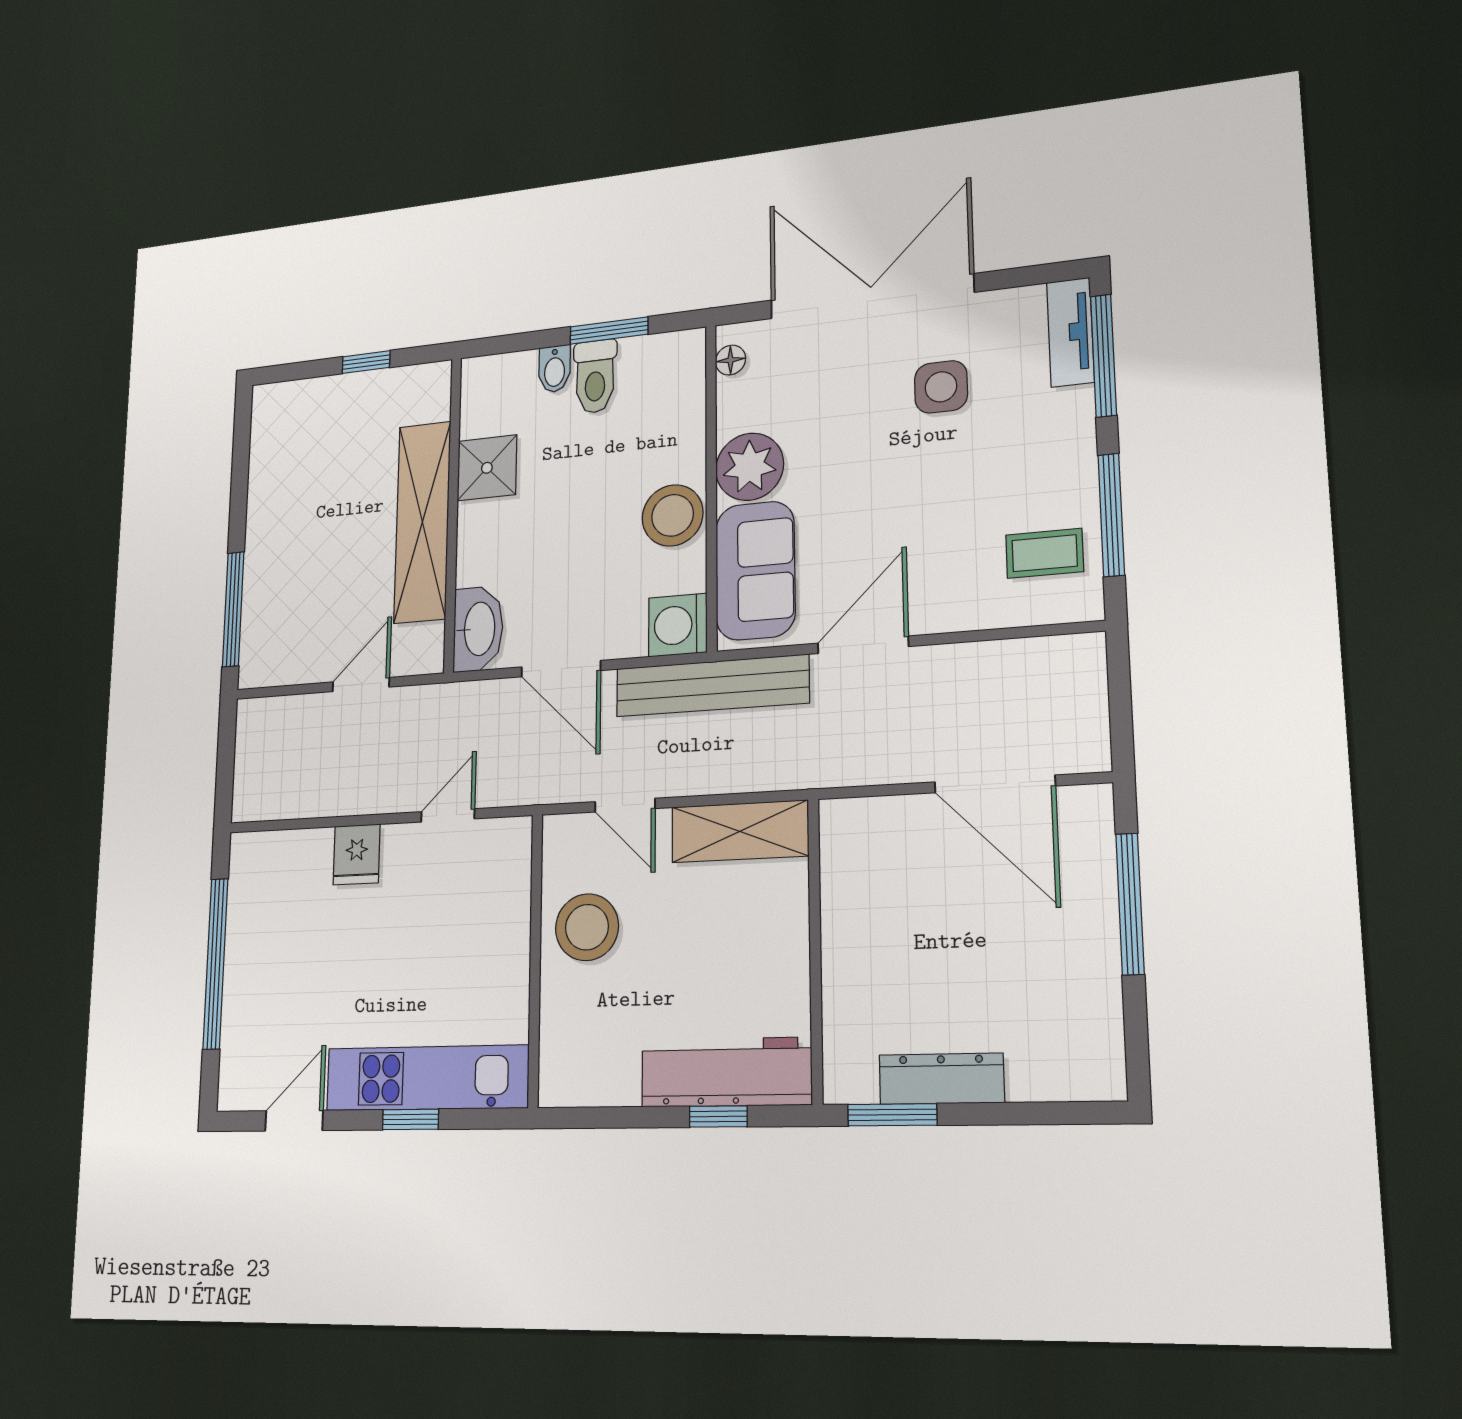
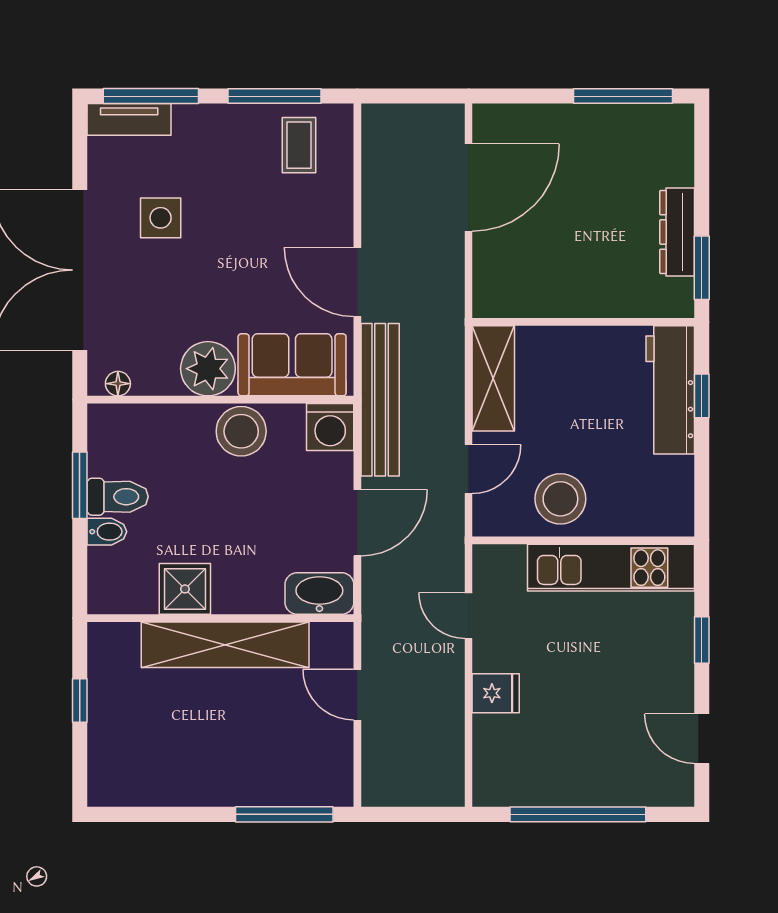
window: (1130, 904) -> (623, 96), moved
kitchen unit: (427, 1078) -> (611, 568), moved, turned -90

